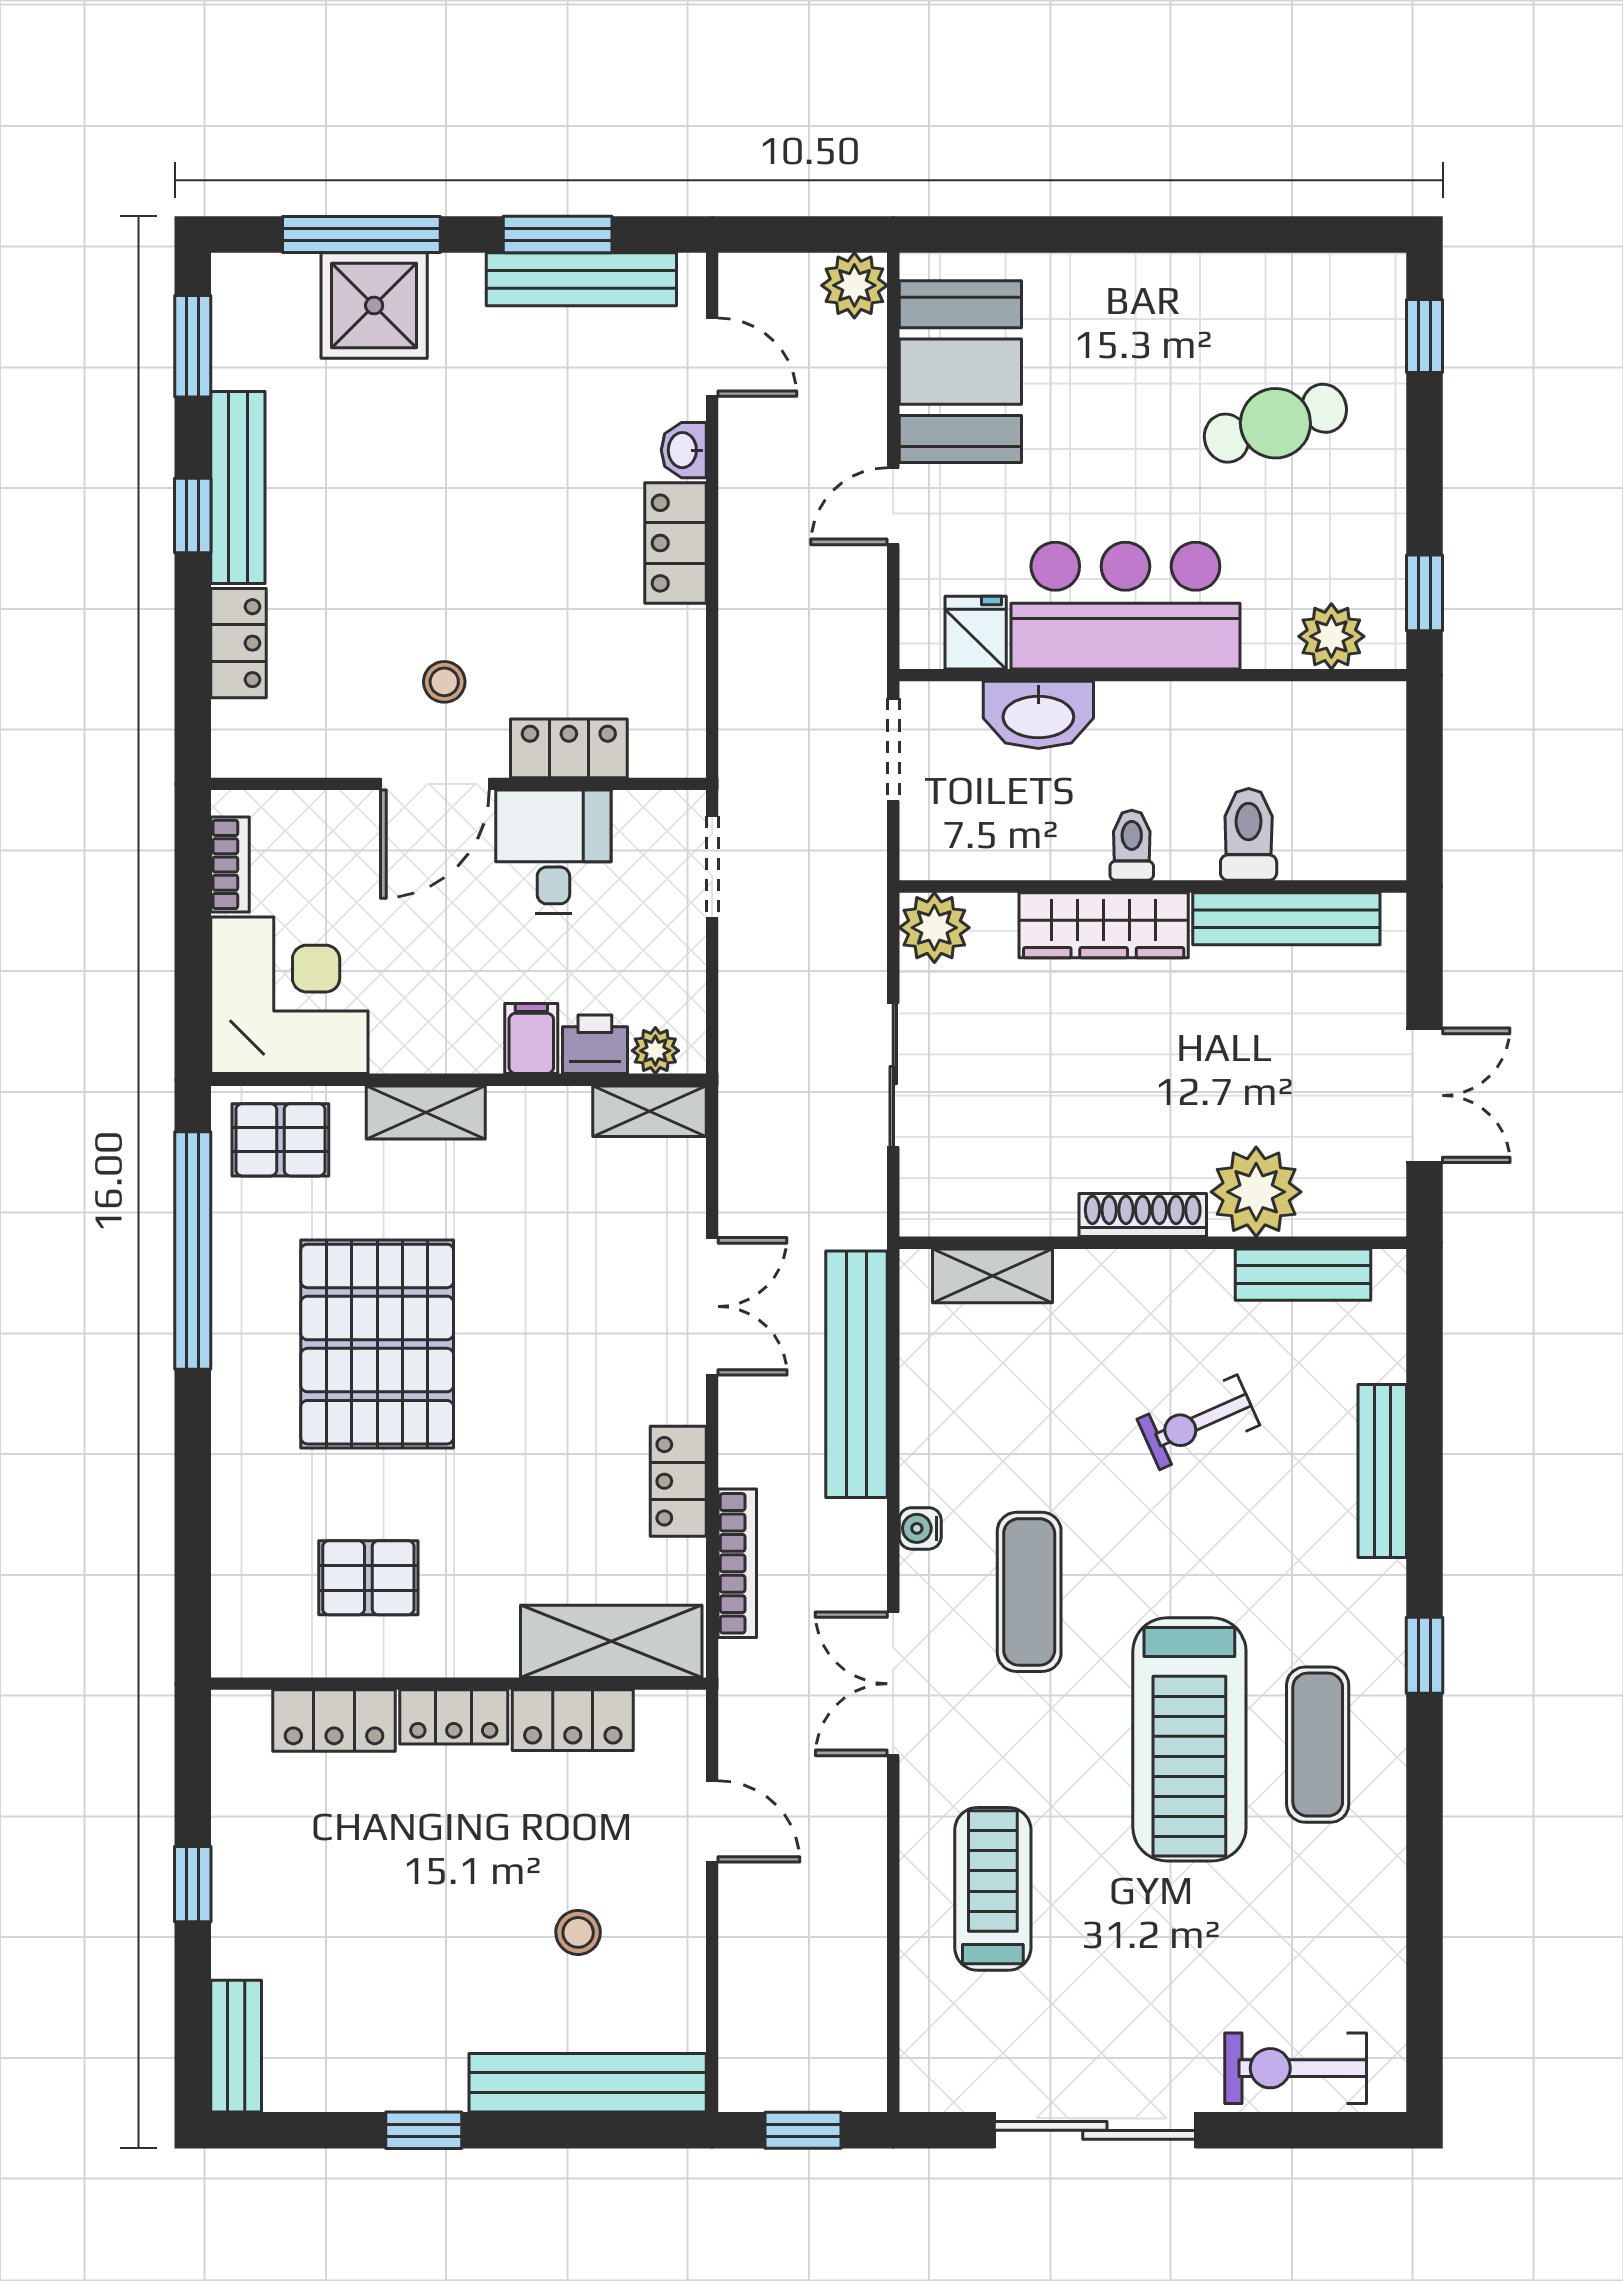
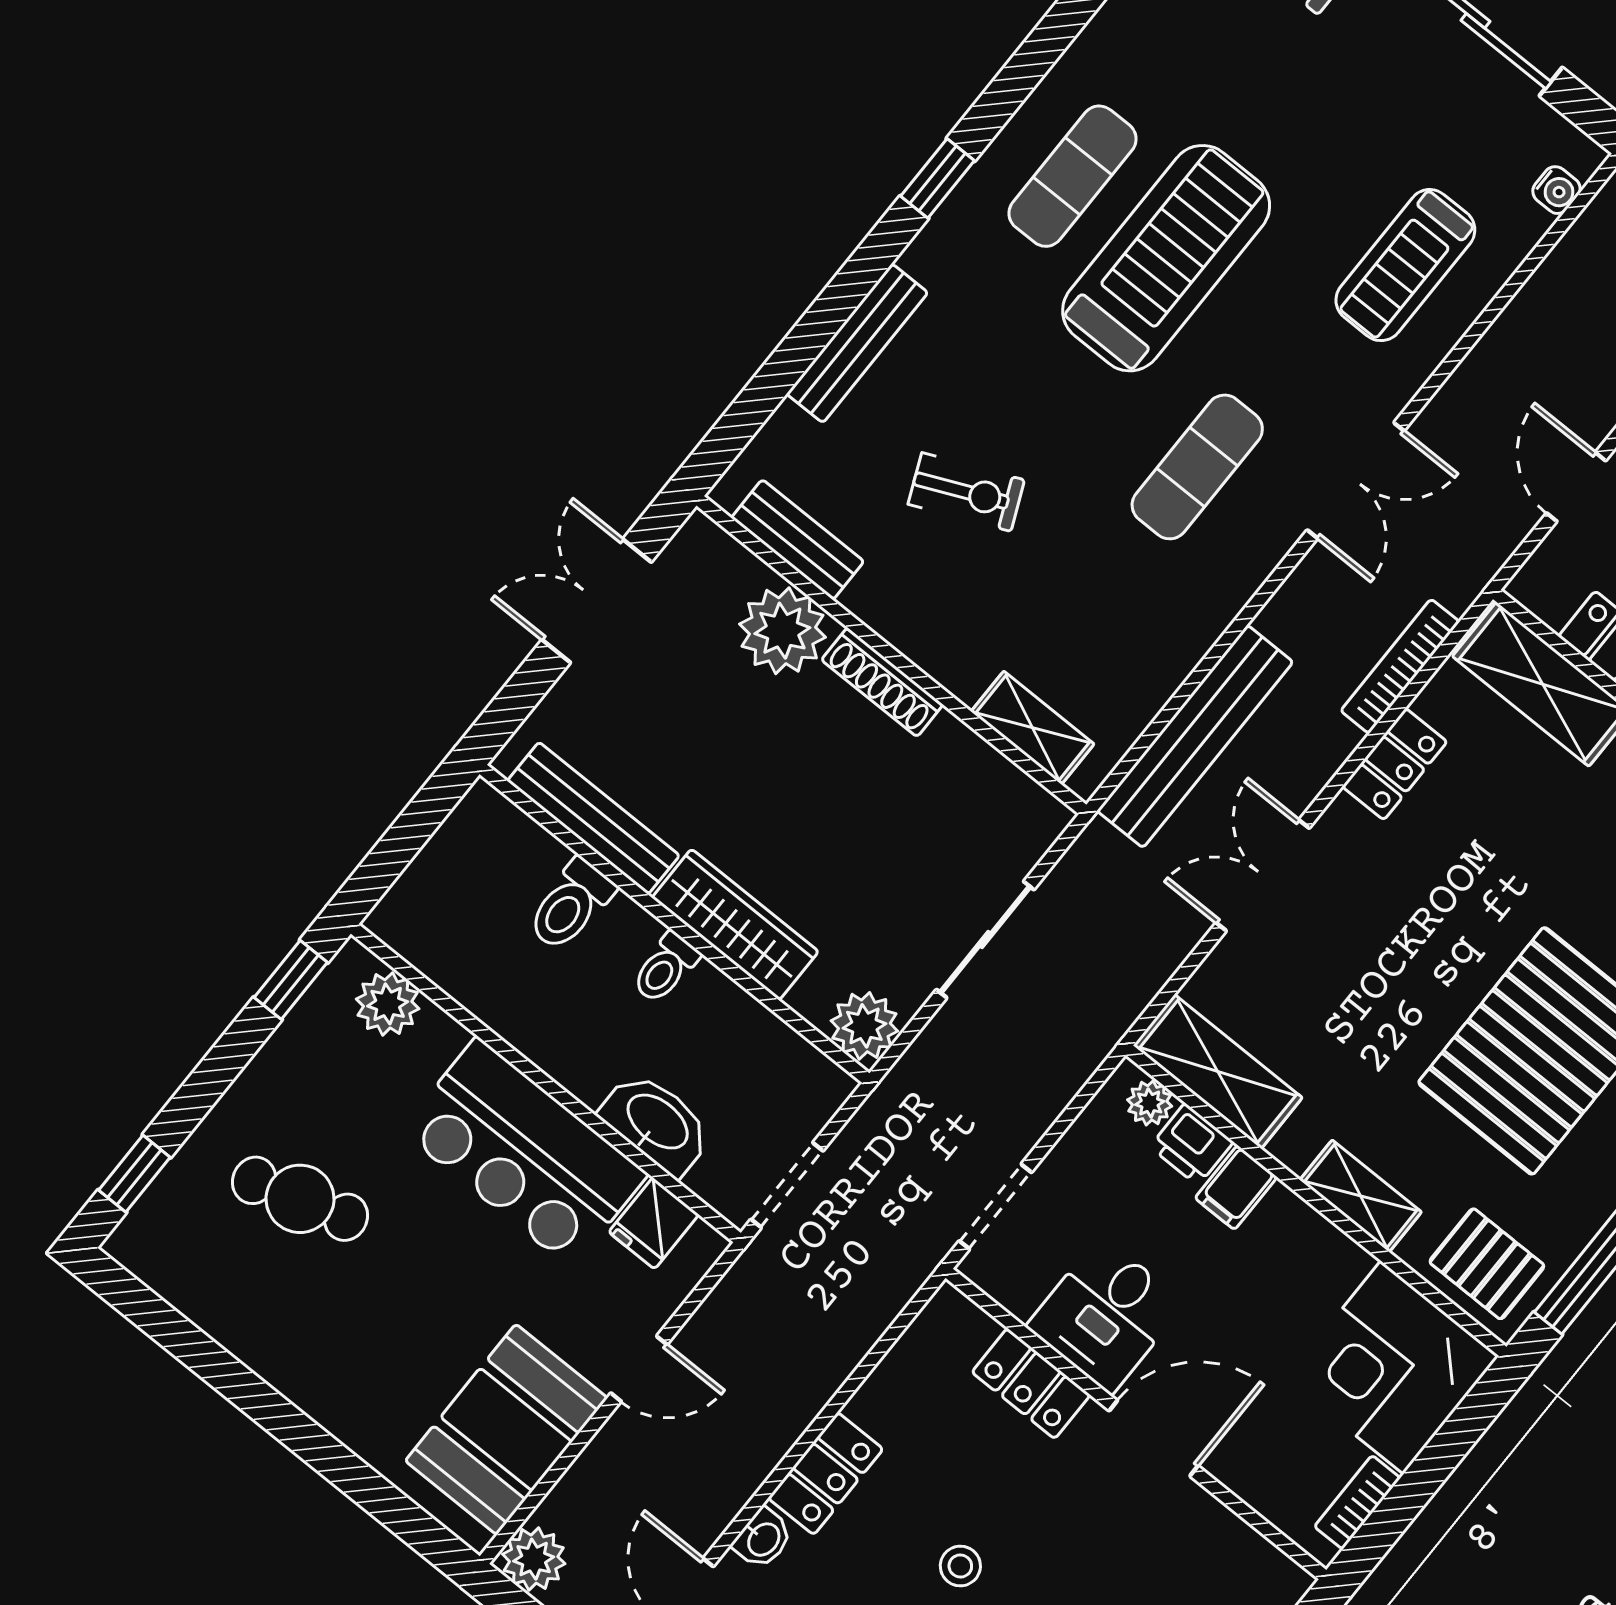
stool: (444, 682) -> (960, 1566), moved
shelving: (649, 1111) -> (1218, 1072), width x1.50, depth x1.33
water cooler: (920, 1528) -> (1556, 190), moved

